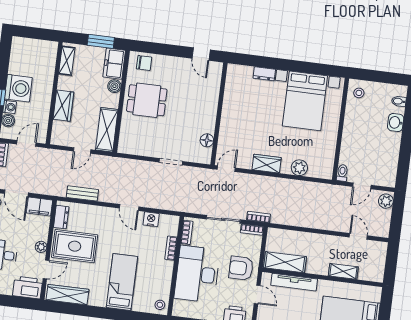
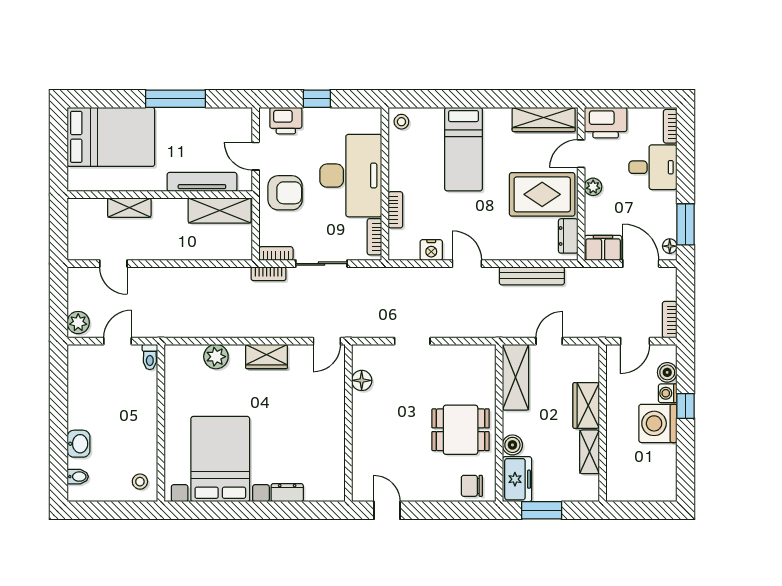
shelving: (67, 61) -> (590, 452), moved
bench: (82, 193) -> (532, 276), width x1.36

